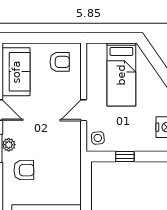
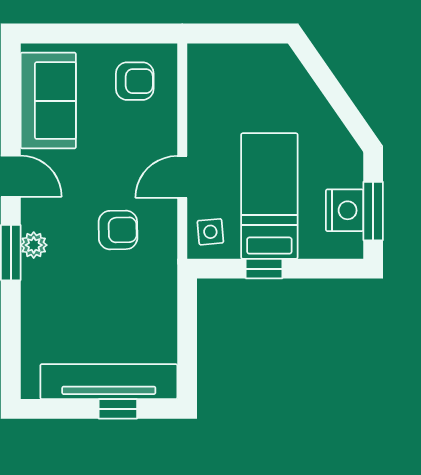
bed: (121, 75) -> (269, 196), moved, turned 180
armchair: (24, 170) -> (118, 230), moved

